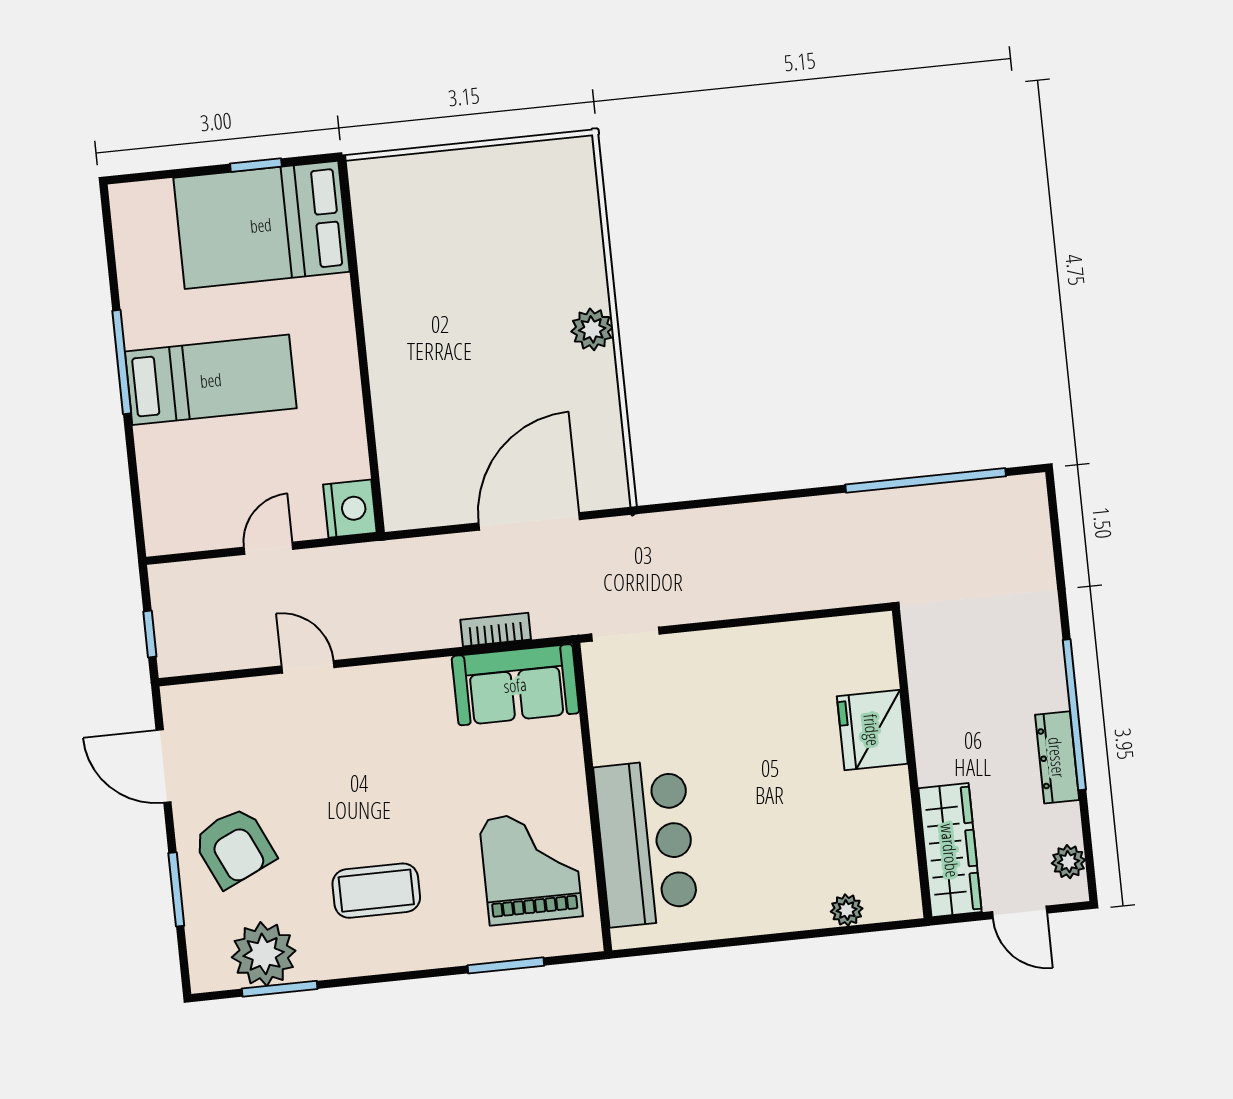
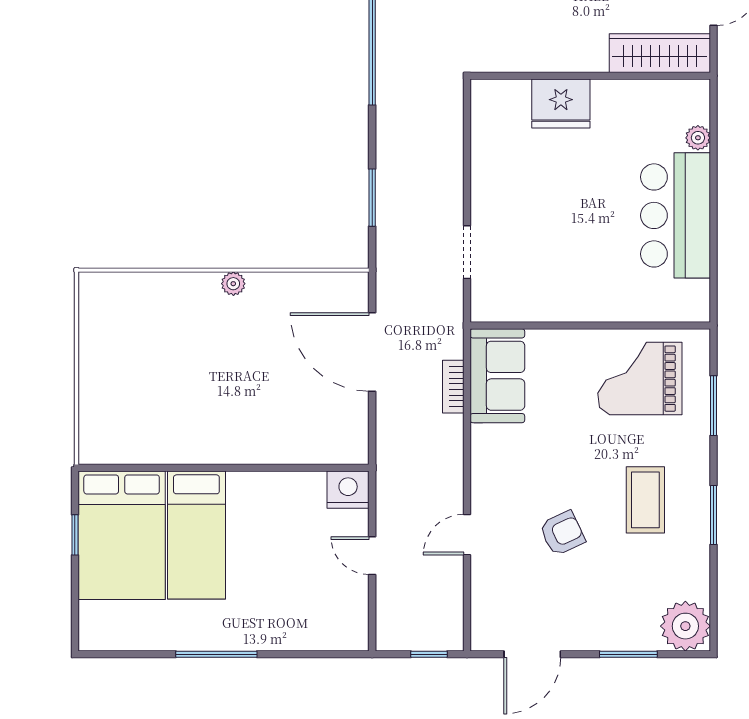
plant: (592, 329) -> (233, 284), width x0.73, depth x0.73
bed: (211, 380) -> (196, 535), moved, turned 180
window: (727, 501) -> (372, 198), added
doorway: (625, 634) -> (467, 252), moved
bar counter: (646, 843) -> (676, 215), moved, turned -90
armchair: (234, 847) -> (562, 533), moved, width x0.72, depth x0.72
plant: (264, 954) -> (685, 626), moved
window: (280, 989) -> (714, 515), moved

